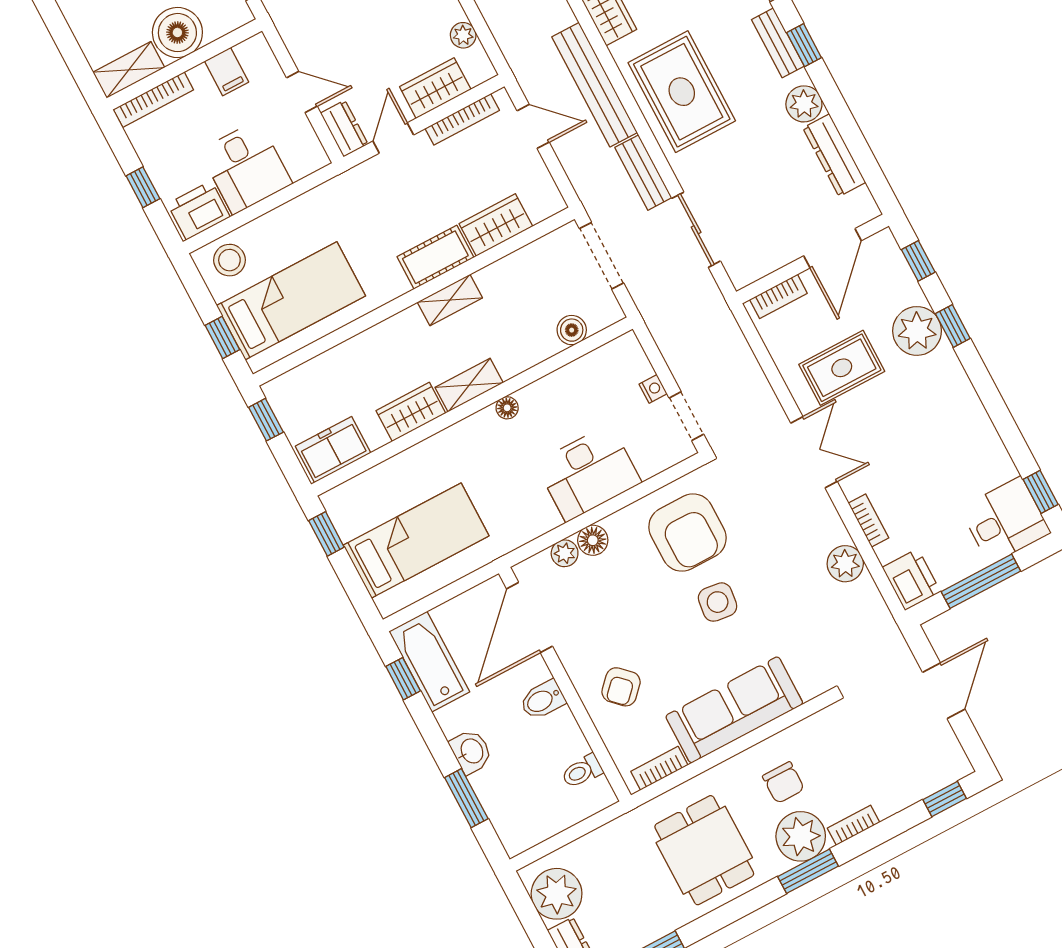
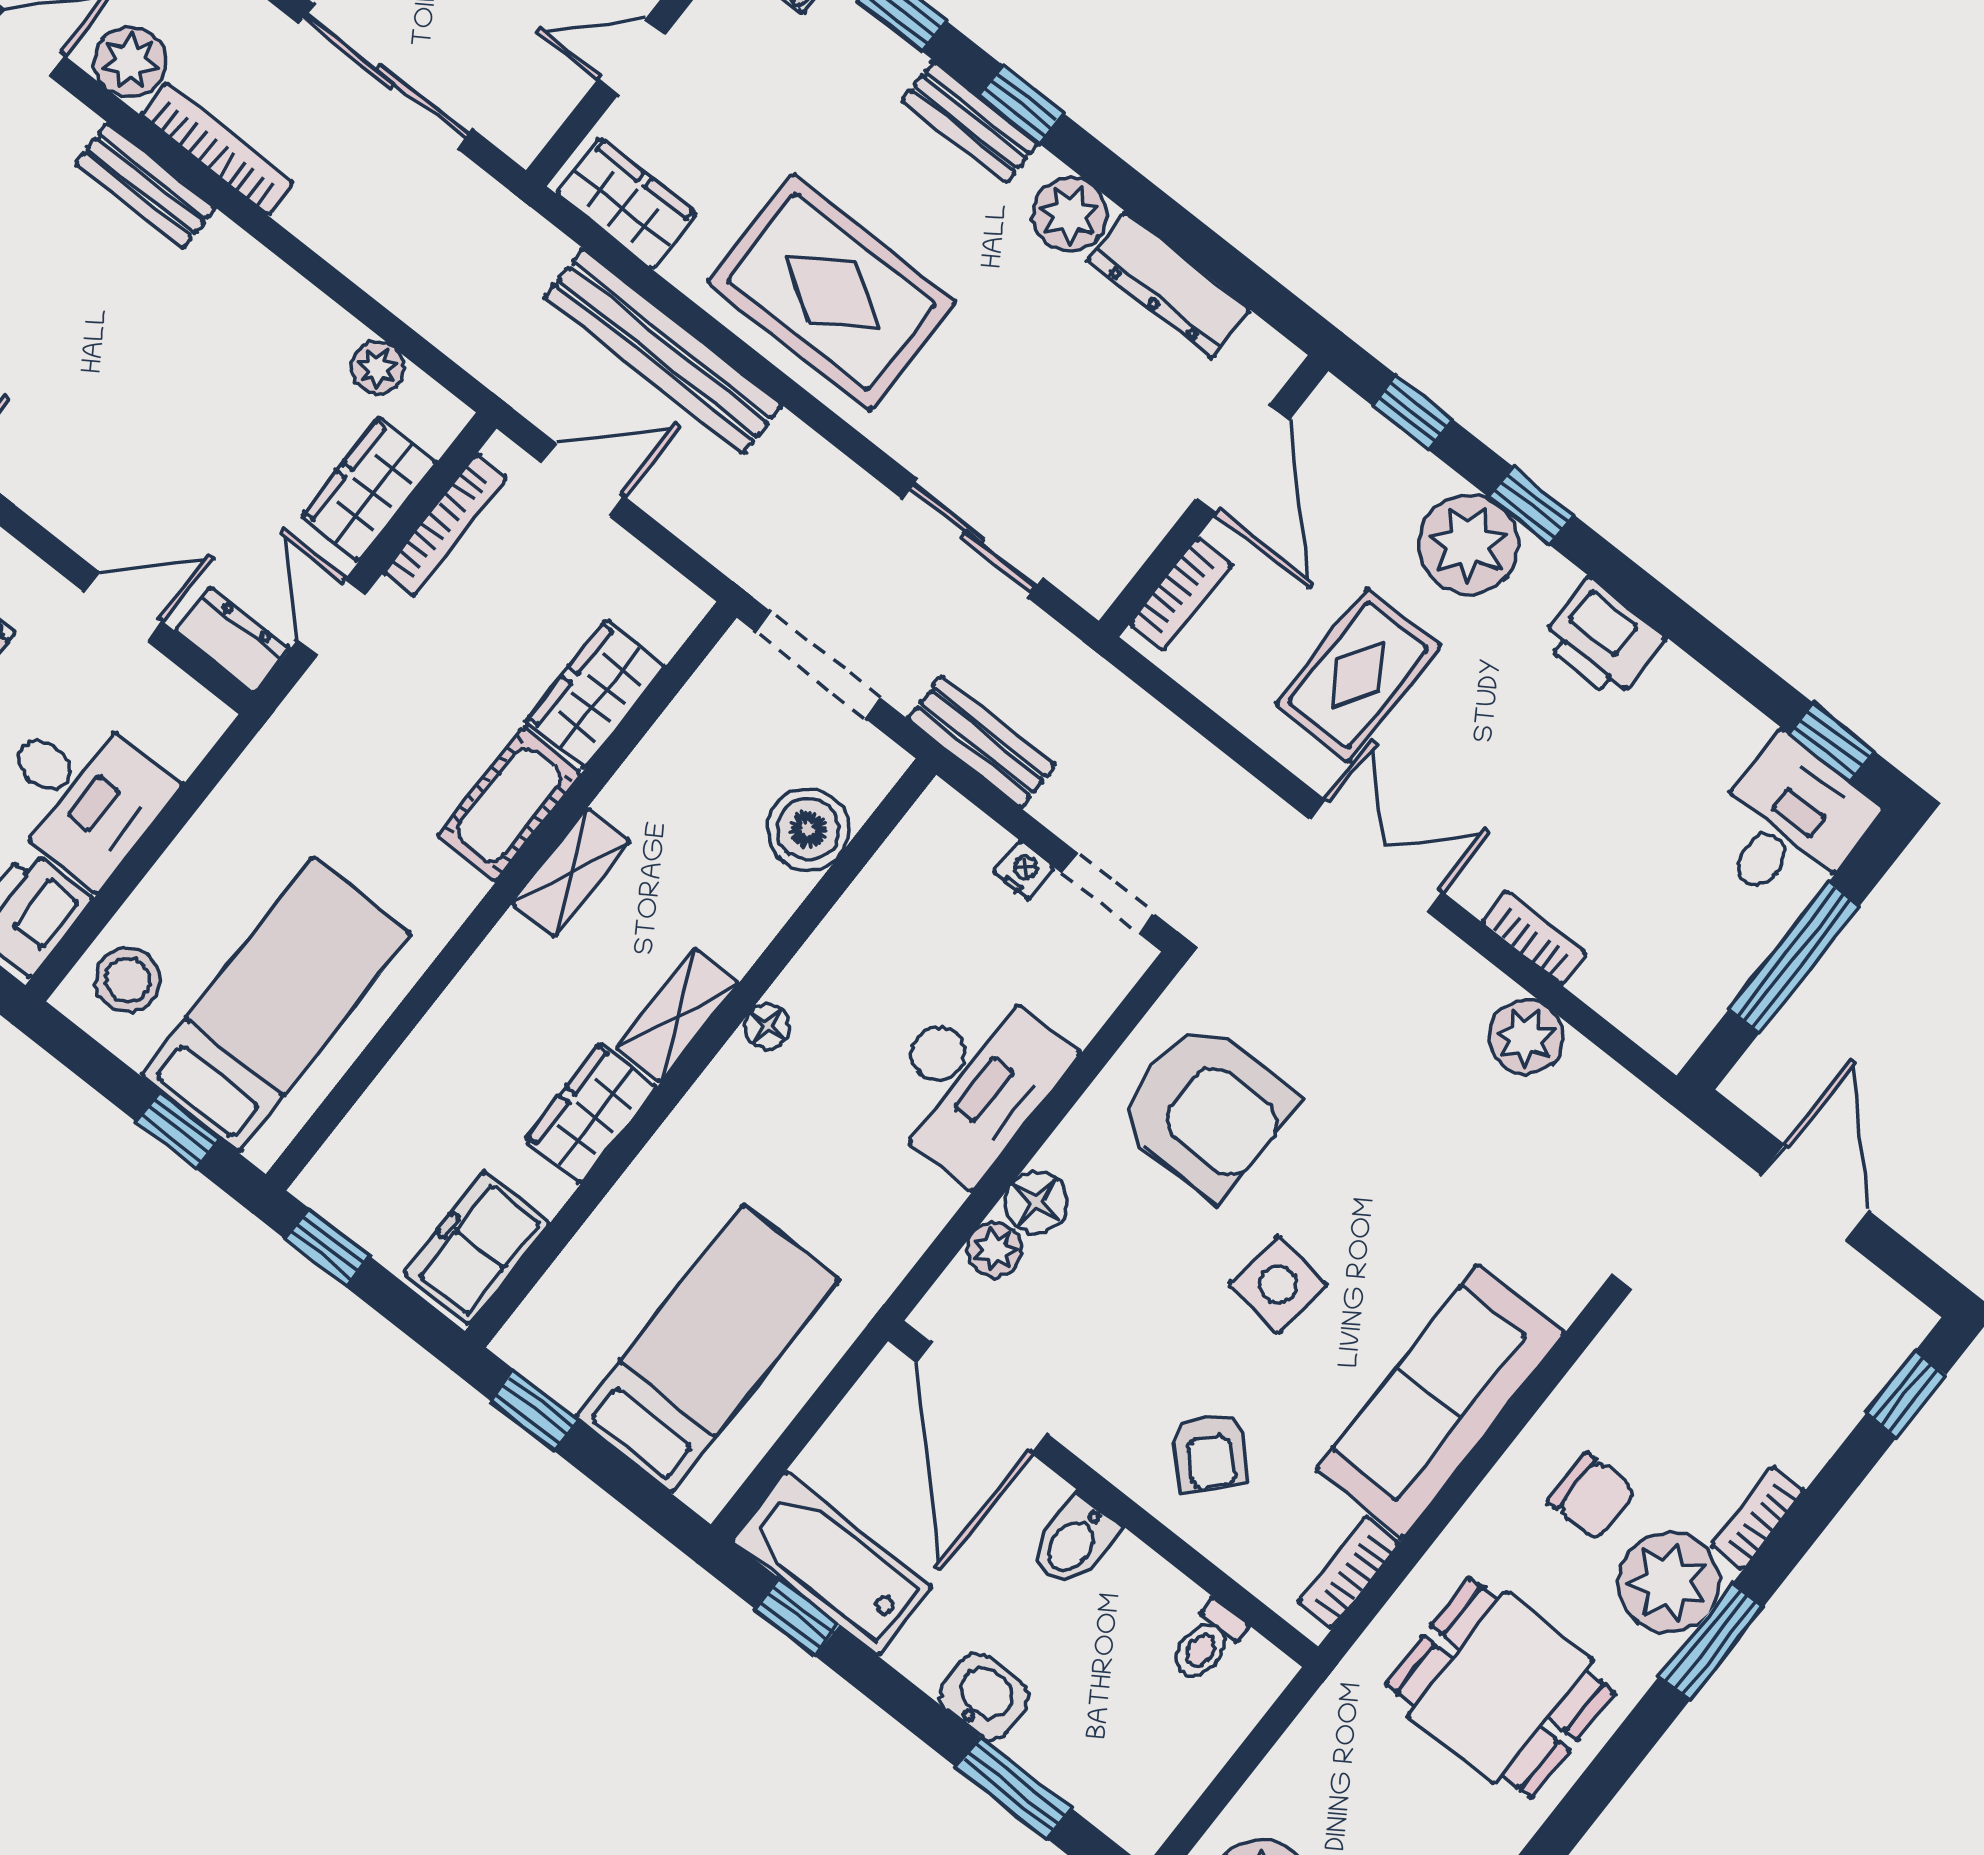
bench: (643, 173) -> (981, 742), moved
boiler: (572, 330) -> (808, 830), width x1.36, depth x1.36
printer: (911, 579) -> (1602, 639), moved, turned 180
side table: (718, 602) -> (1278, 1284), moved

